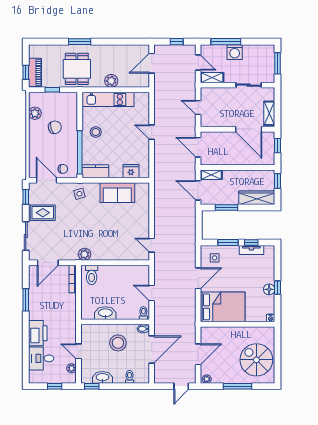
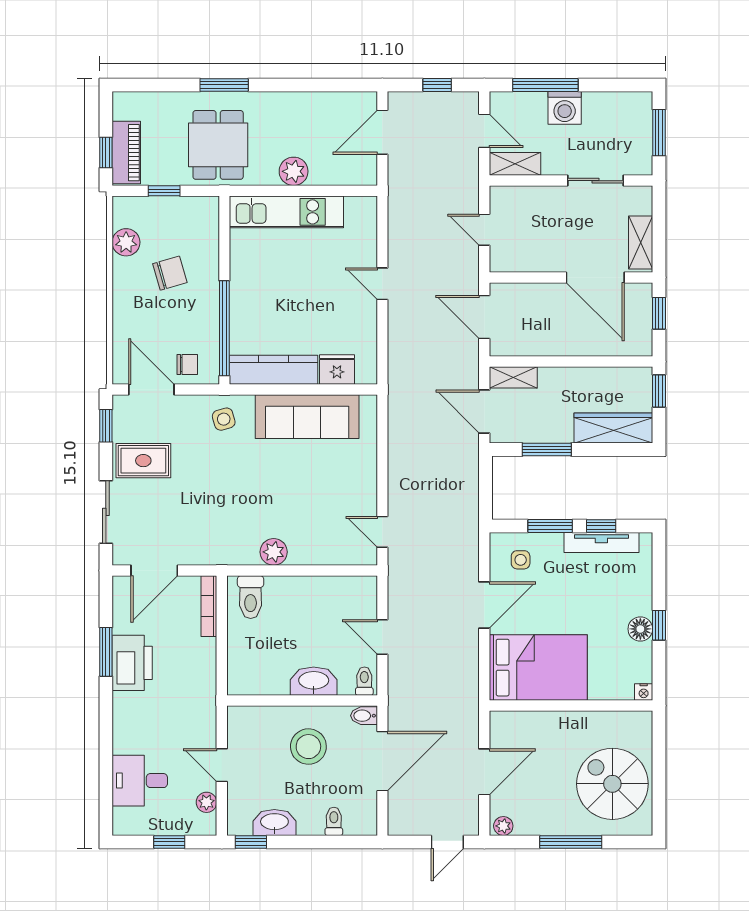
stool: (96, 132) -> (260, 283), removed
kitchen counter: (95, 171) -> (274, 370), width x1.50
sofa: (117, 193) -> (307, 417), width x1.36
tv unit: (251, 250) -> (601, 542), width x1.41
plant: (85, 254) -> (274, 552), moved
washbasin: (105, 313) -> (314, 681), moved
printer: (38, 333) -> (132, 663), moved

